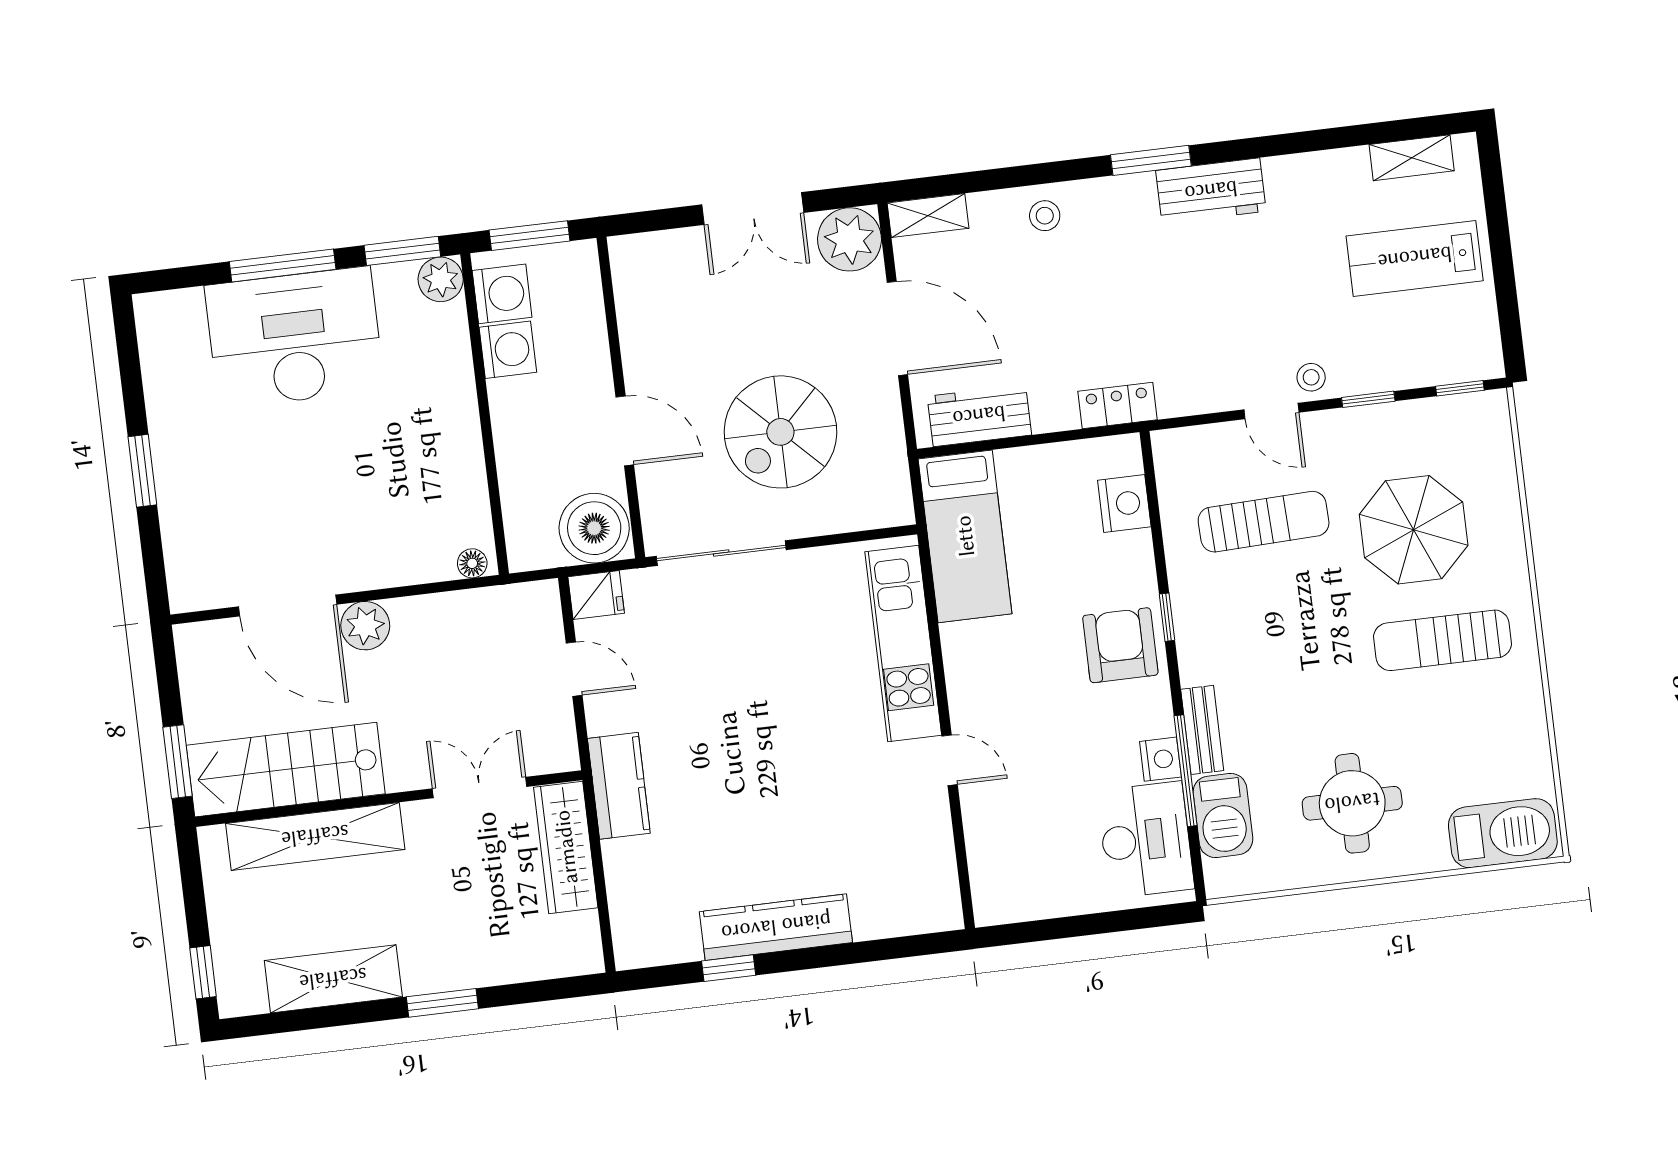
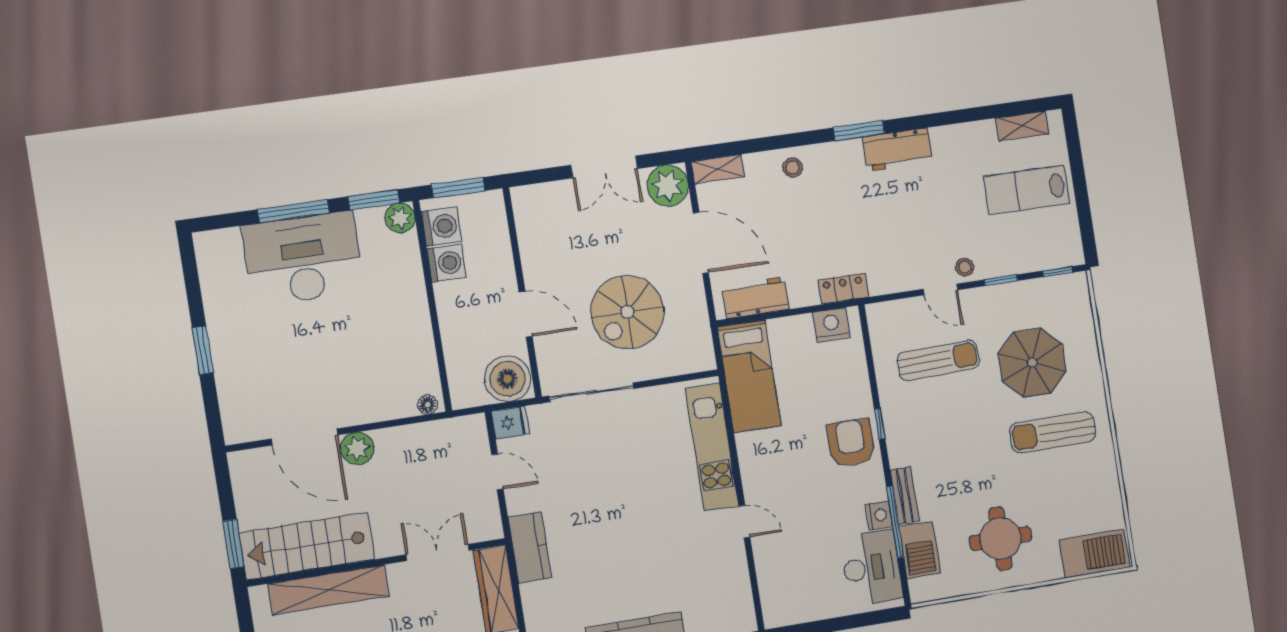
nightstand: (1124, 503) -> (831, 325), moved, turned -90

